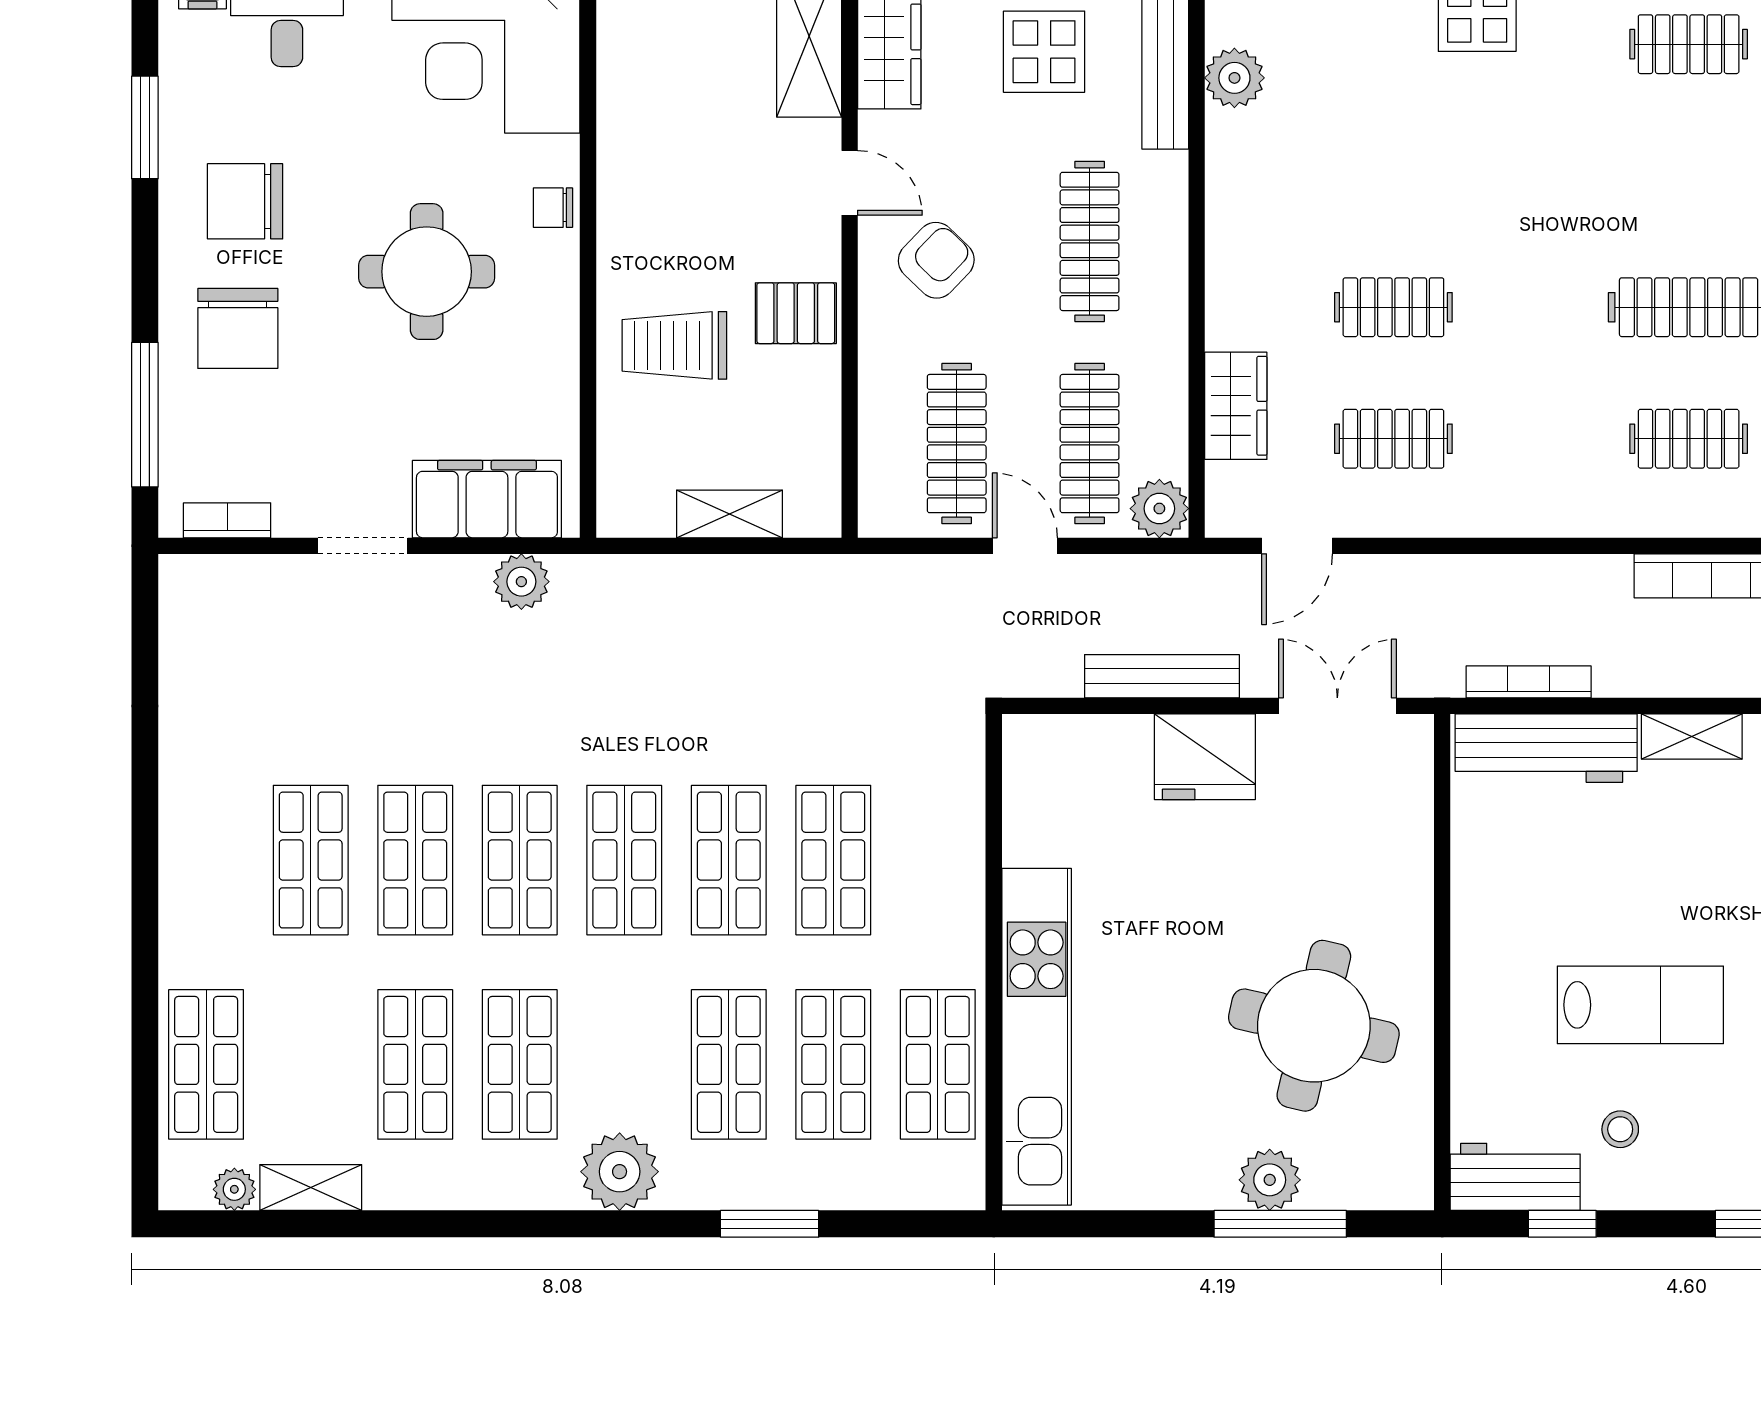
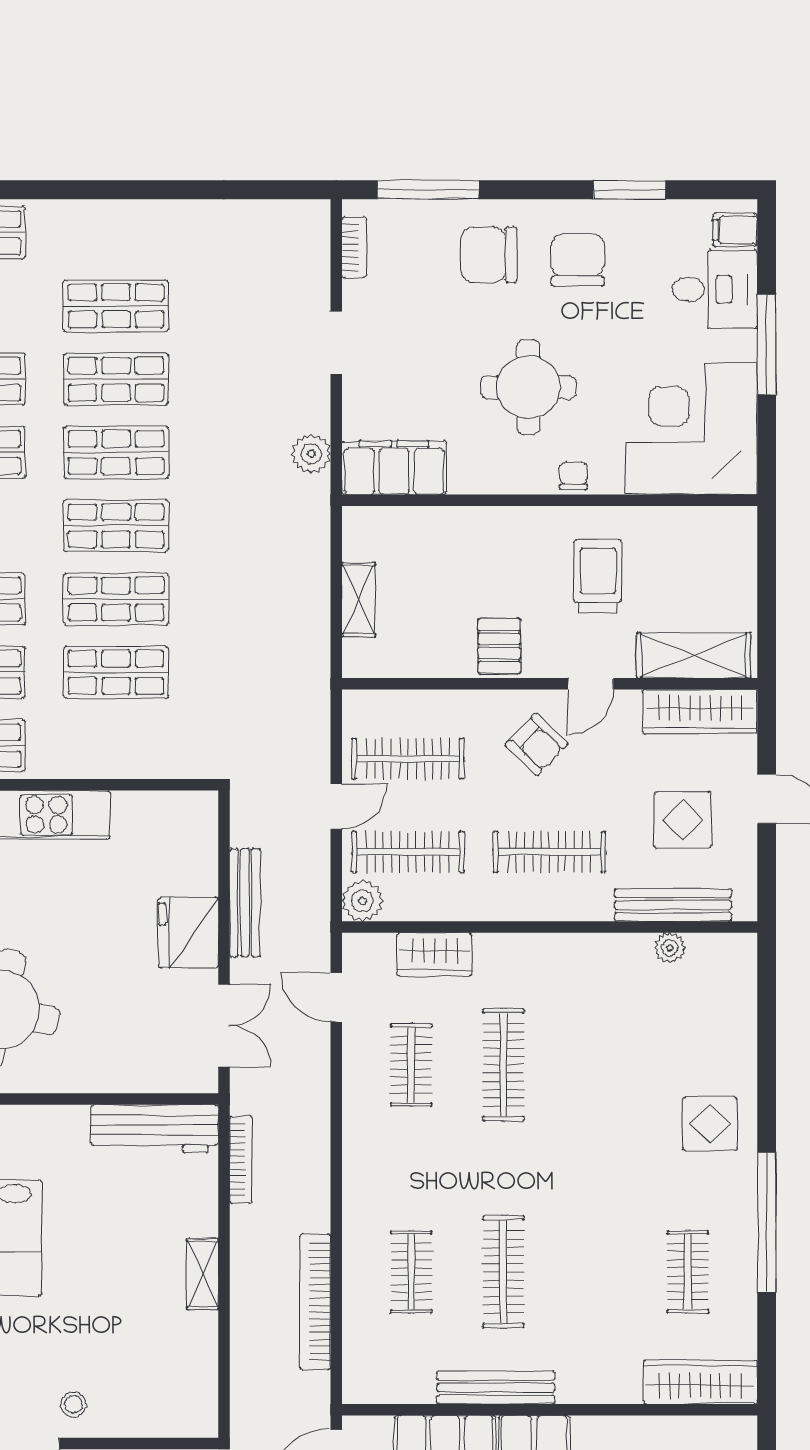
plant: (1234, 78) -> (670, 948), width x0.73, depth x0.73
clothes rail: (1393, 307) -> (503, 1065), width x1.36
trolley: (674, 345) -> (598, 576), moved
filing cabinet: (487, 499) -> (394, 468), moved, turned -90
workbench: (1546, 748) -> (155, 1129), moved, turned -90

